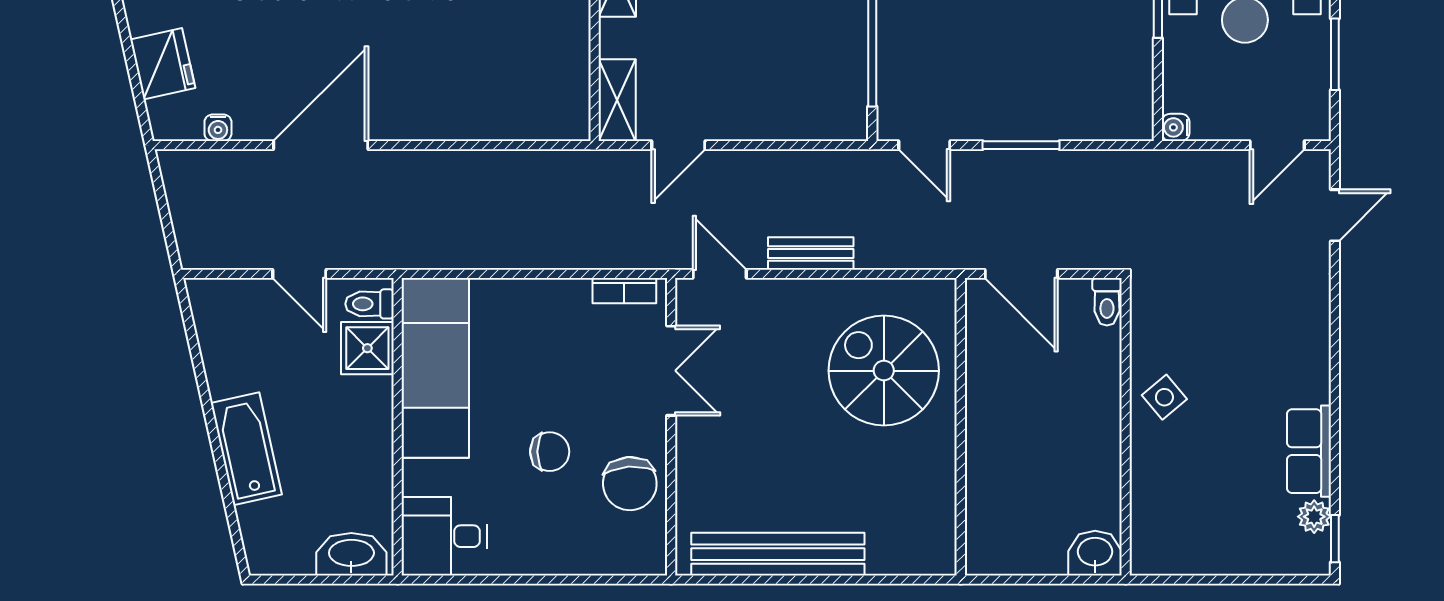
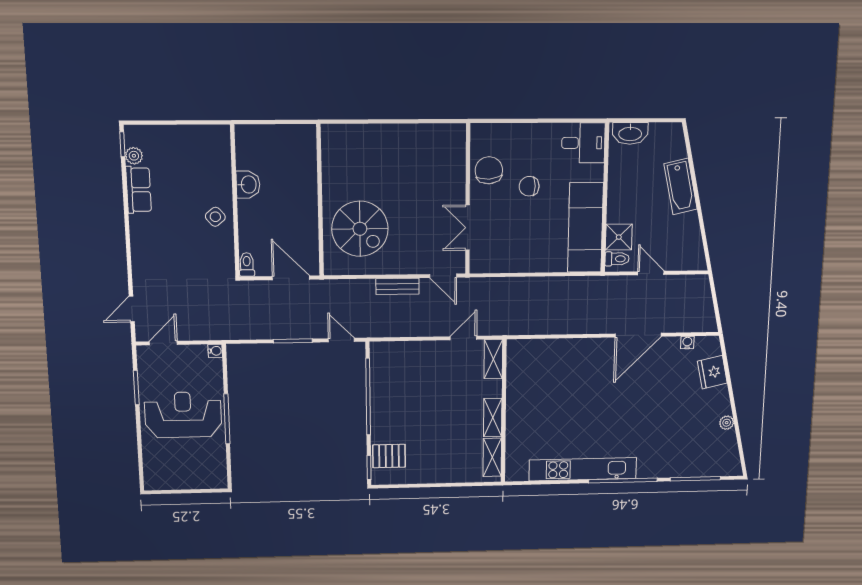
bookcase: (624, 291) -> (491, 267), removed
washbasin: (1095, 553) -> (248, 185), moved, turned -90
bench: (778, 554) -> (413, 135), removed

